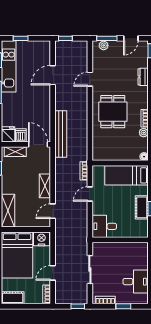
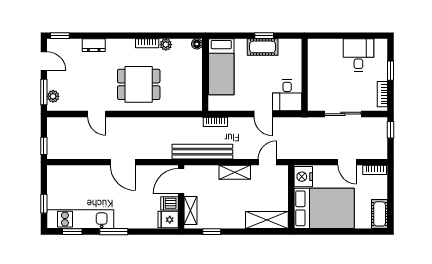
door: (53, 75) -> (123, 162), moved
bench: (61, 134) -> (202, 152), moved
door: (90, 194) -> (263, 114), moved
door: (53, 211) -> (267, 162), swing flipped

